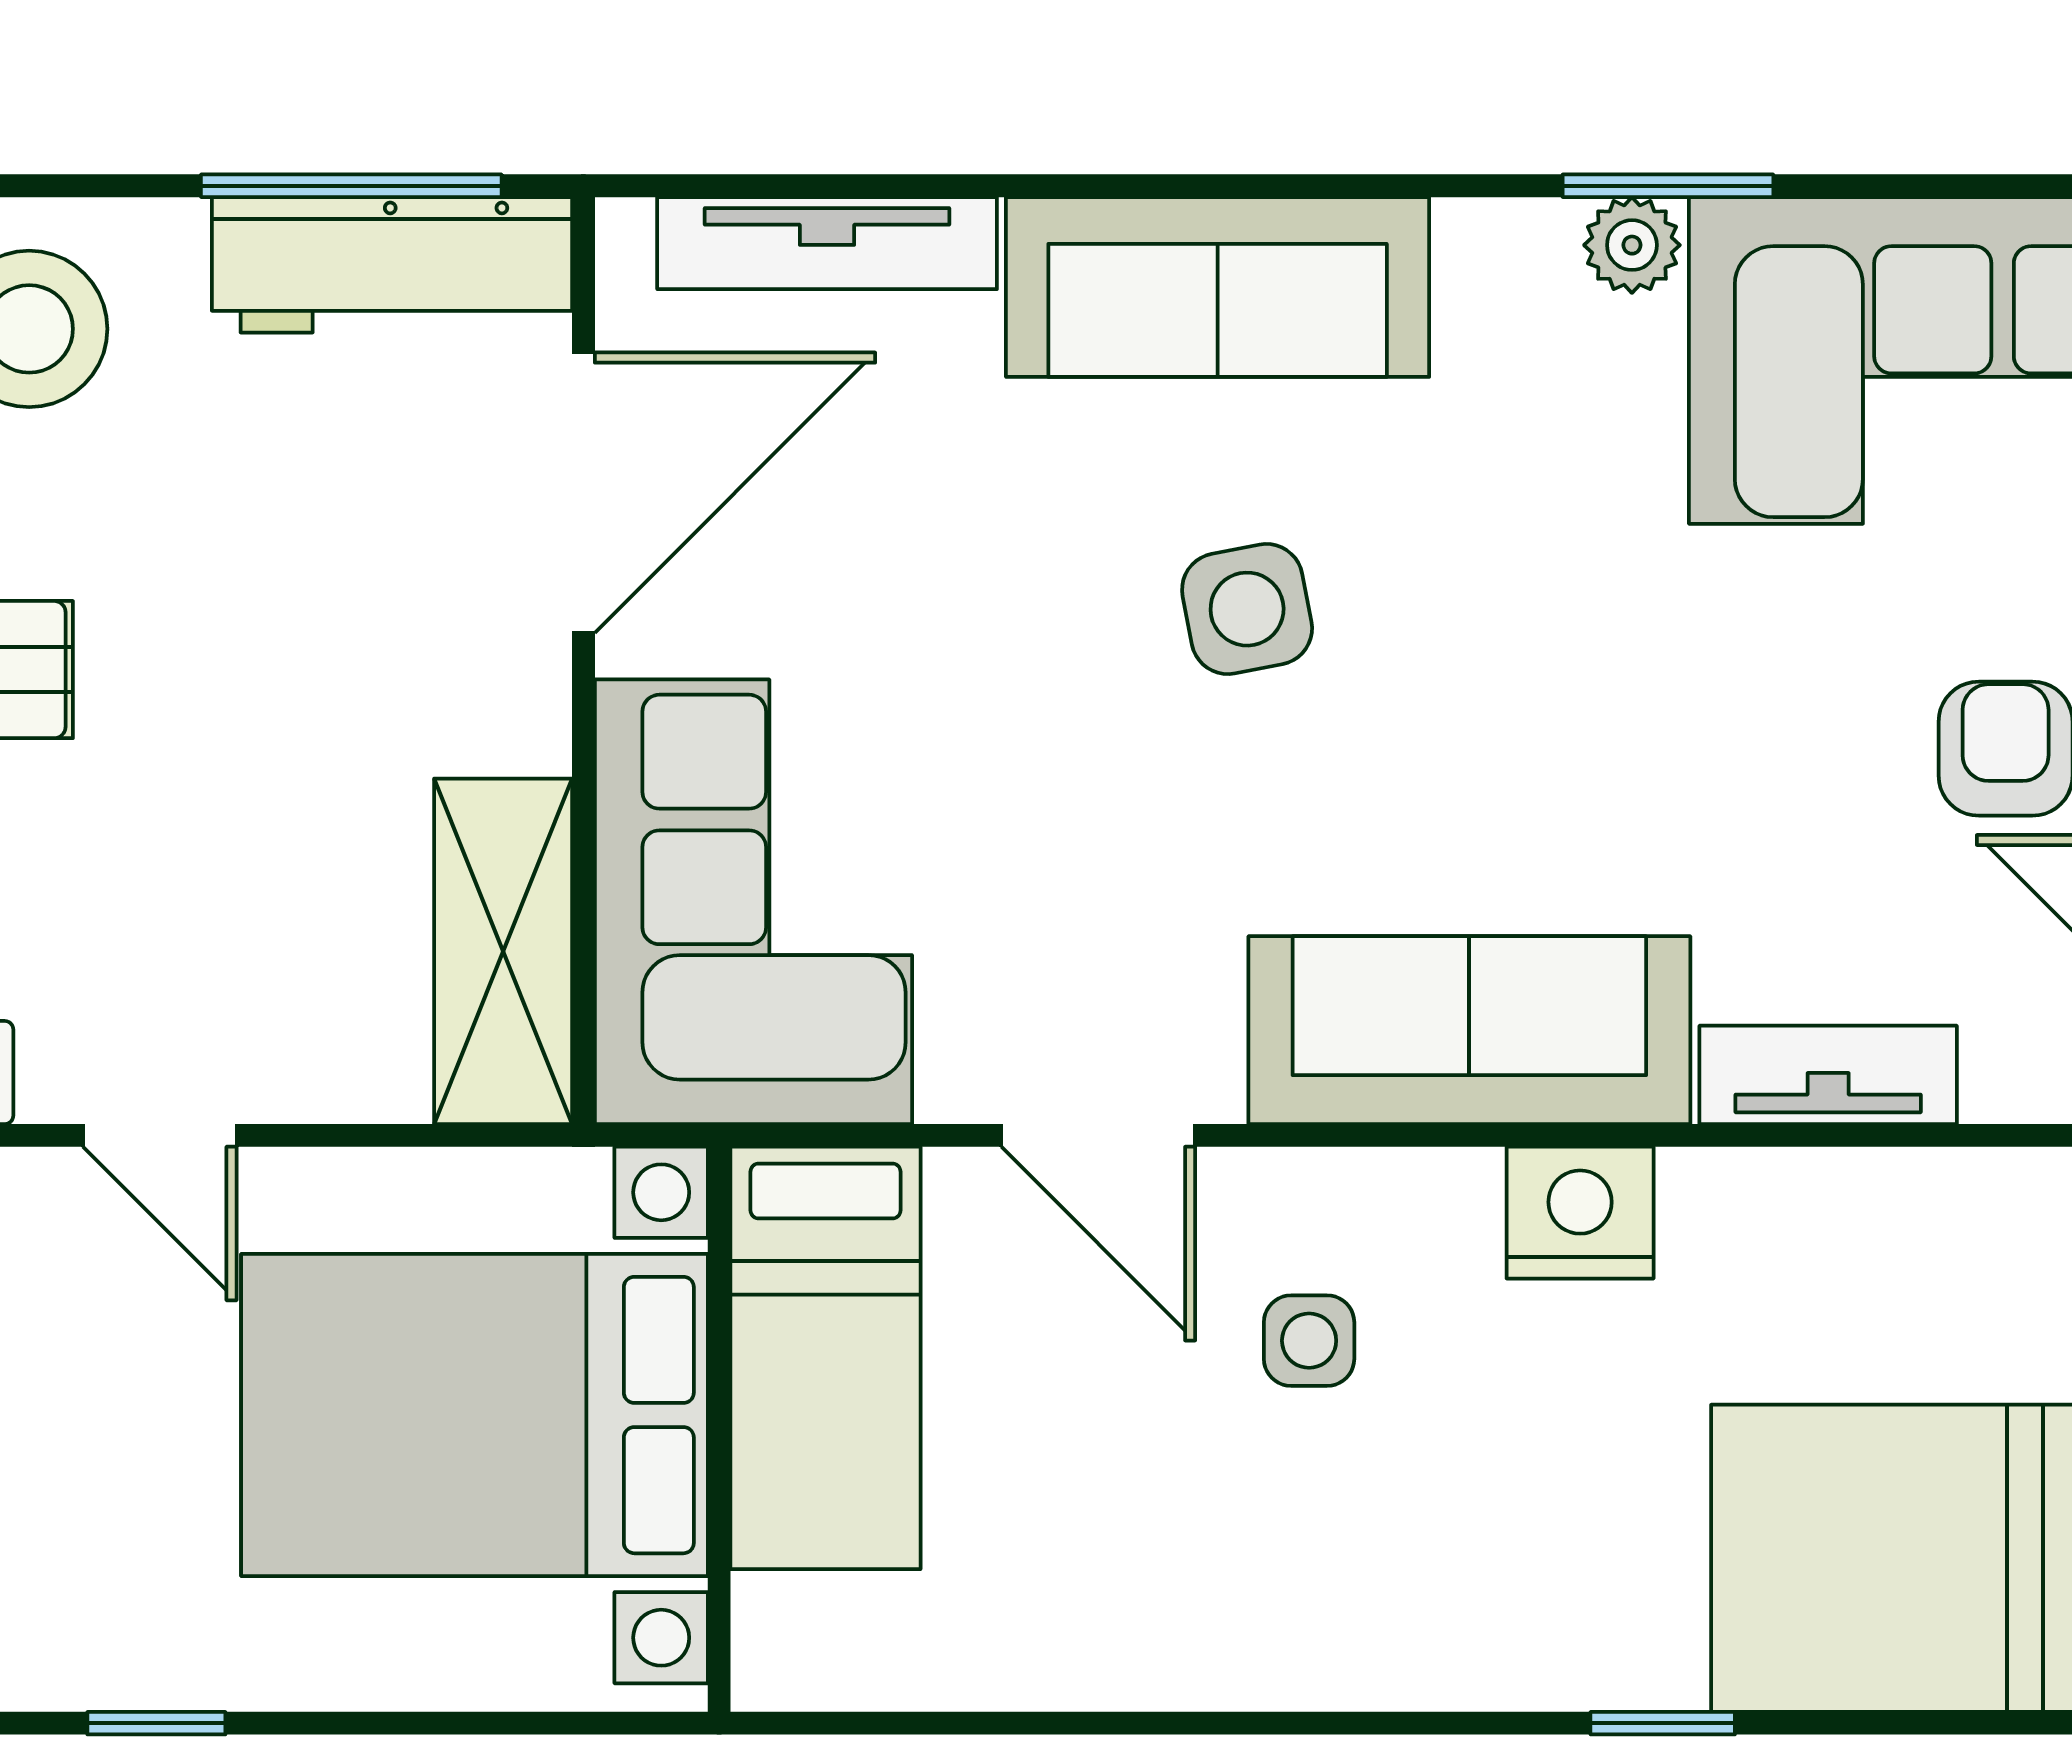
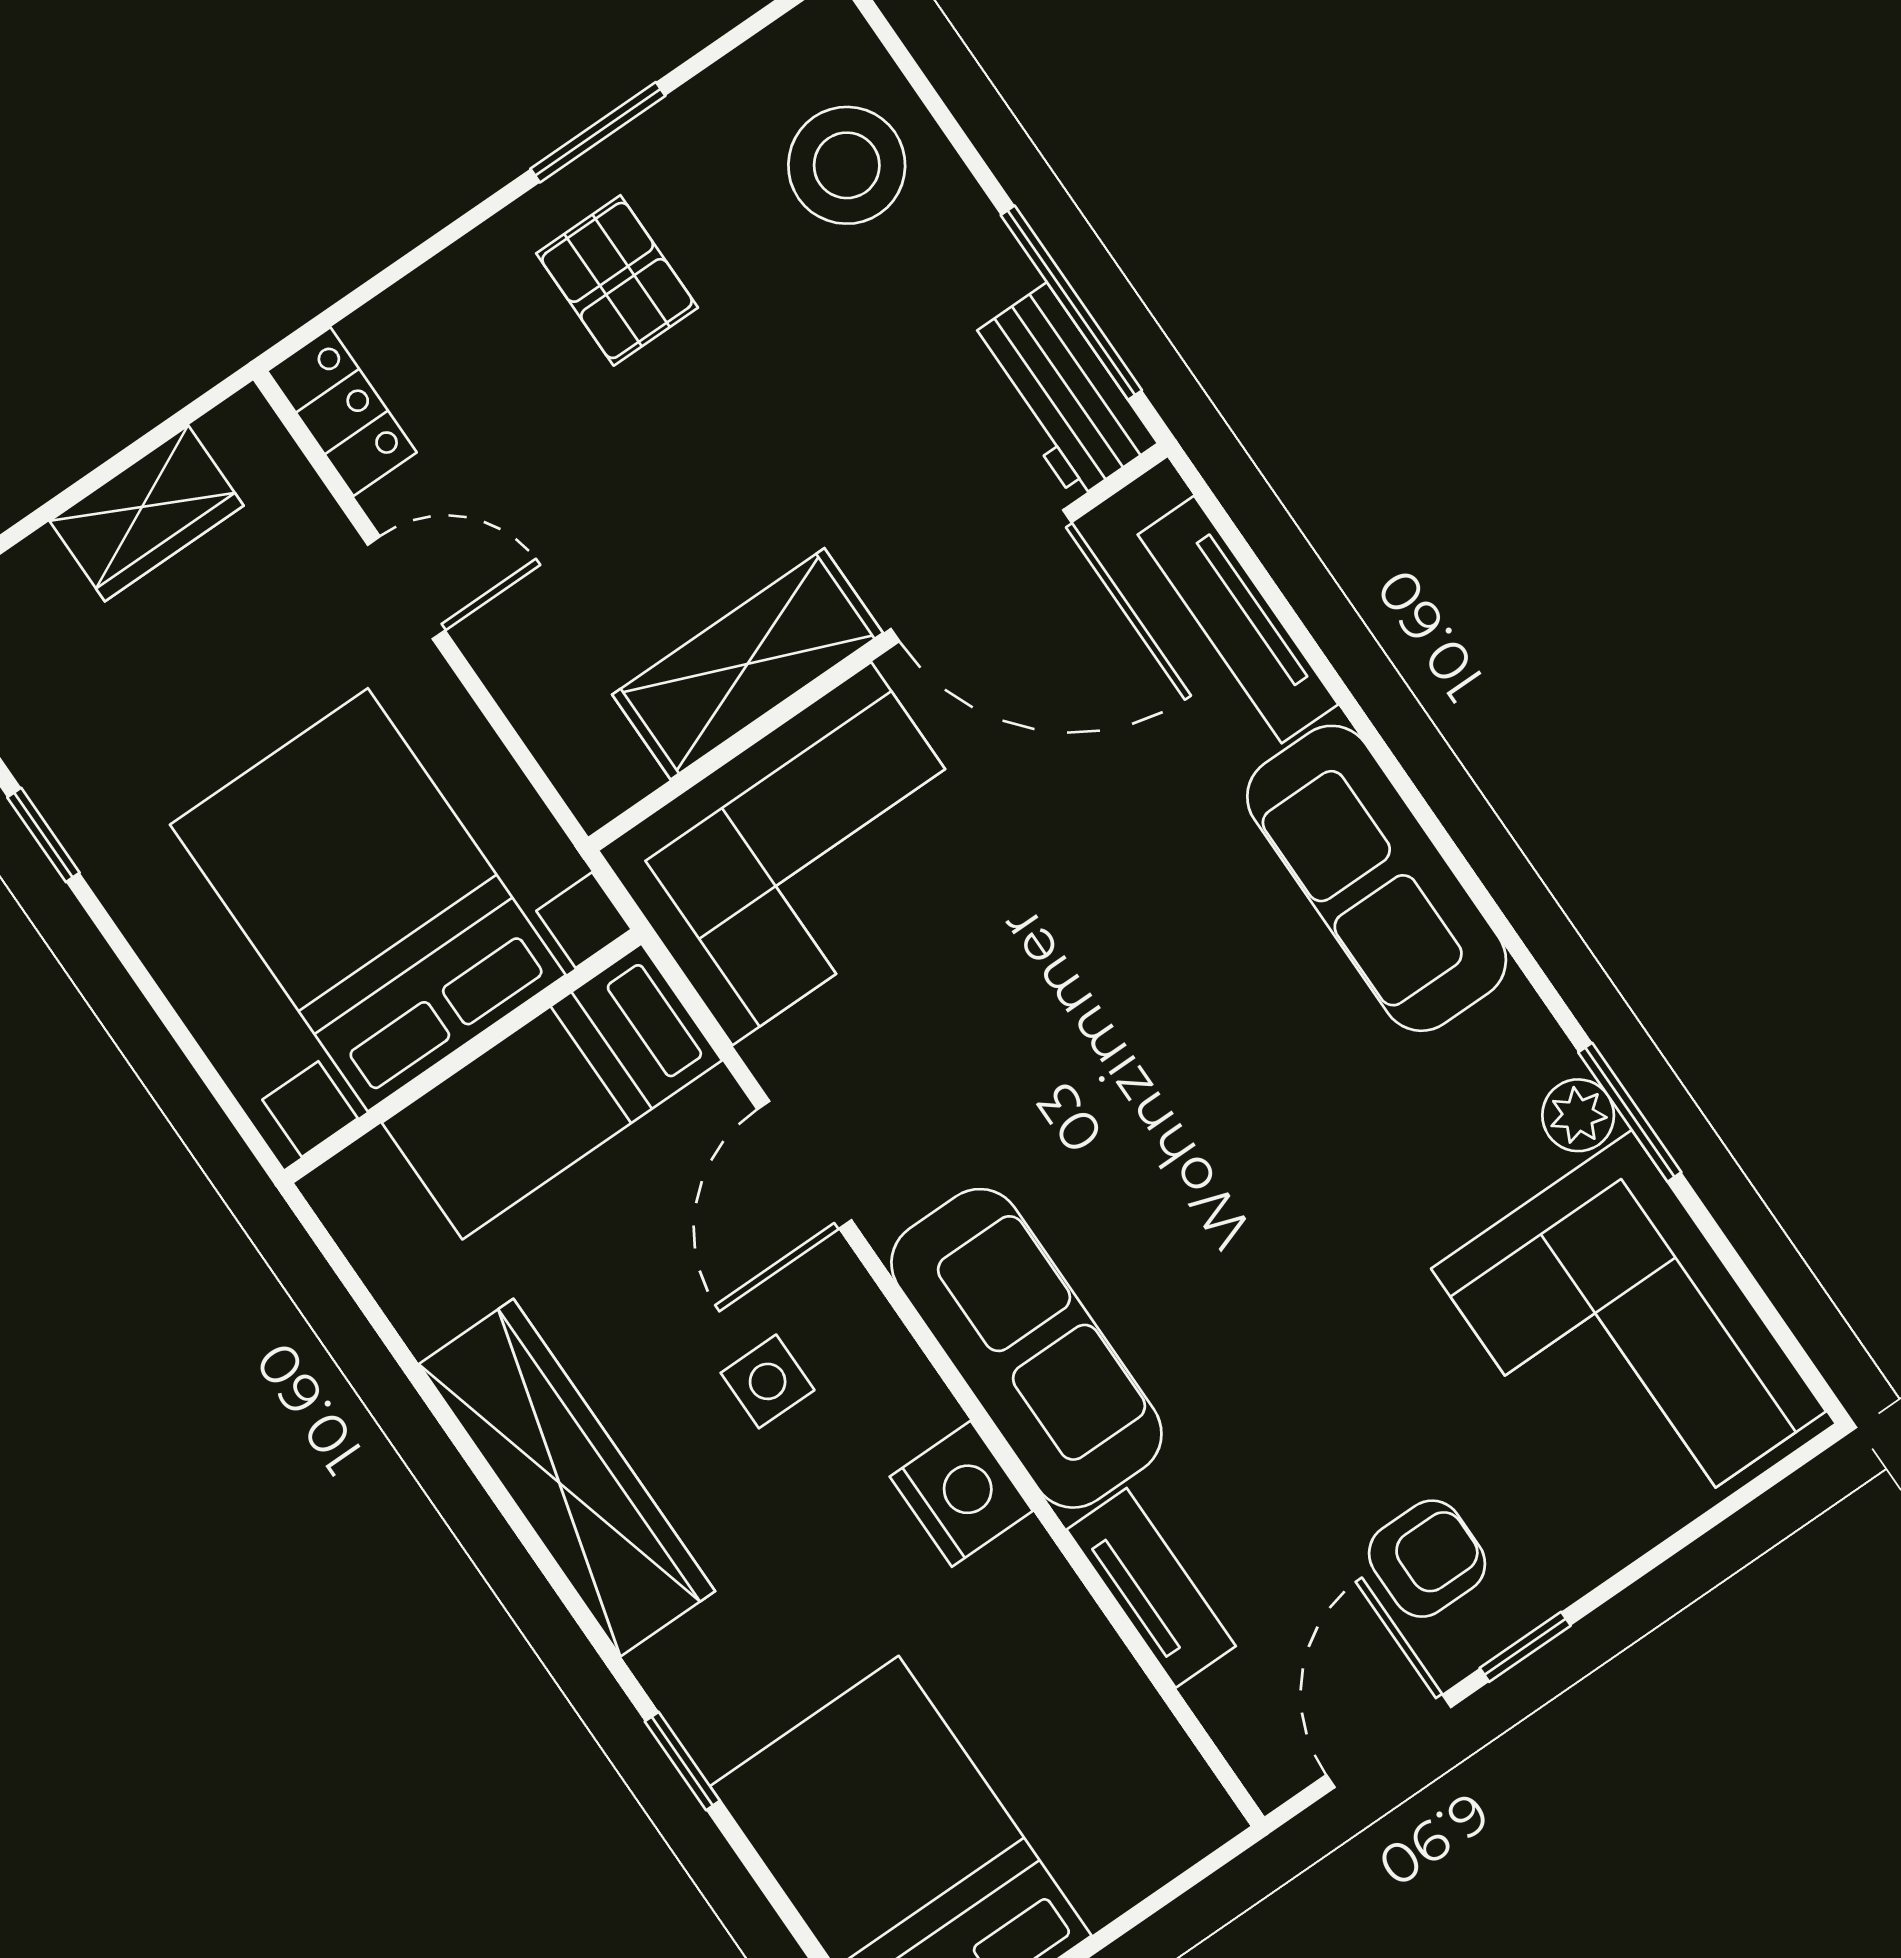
workbench: (392, 265) -> (1061, 391), width x0.73
side table: (1247, 609) -> (1191, 1033), removed
shelving: (503, 951) -> (748, 664), moved
door: (160, 1135) -> (406, 588), swing flipped
wardrobe: (1263, 1635) -> (567, 1478), added

